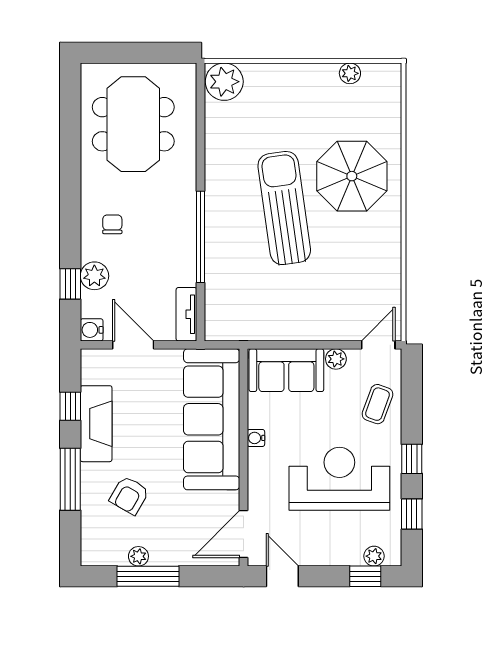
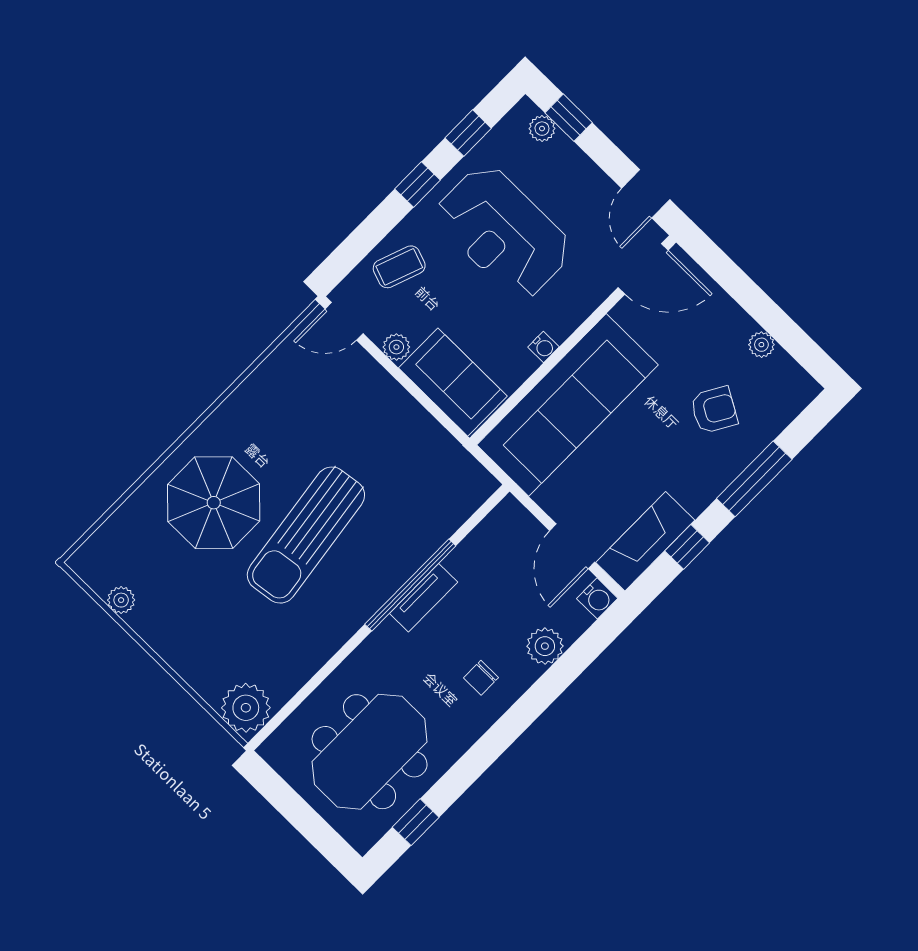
window: (70, 284) -> (416, 822), moved
tv unit: (186, 314) -> (424, 598), moved
fireplace: (96, 424) -> (645, 541), moved
window: (148, 576) -> (771, 317), removed

